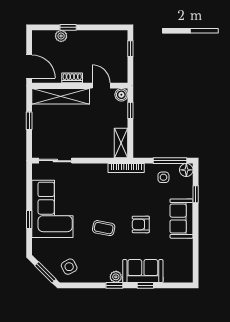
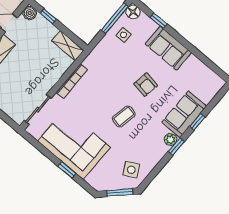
bookcase: (126, 168) -> (72, 81), moved
armchair: (141, 224) -> (146, 85), turned -81

